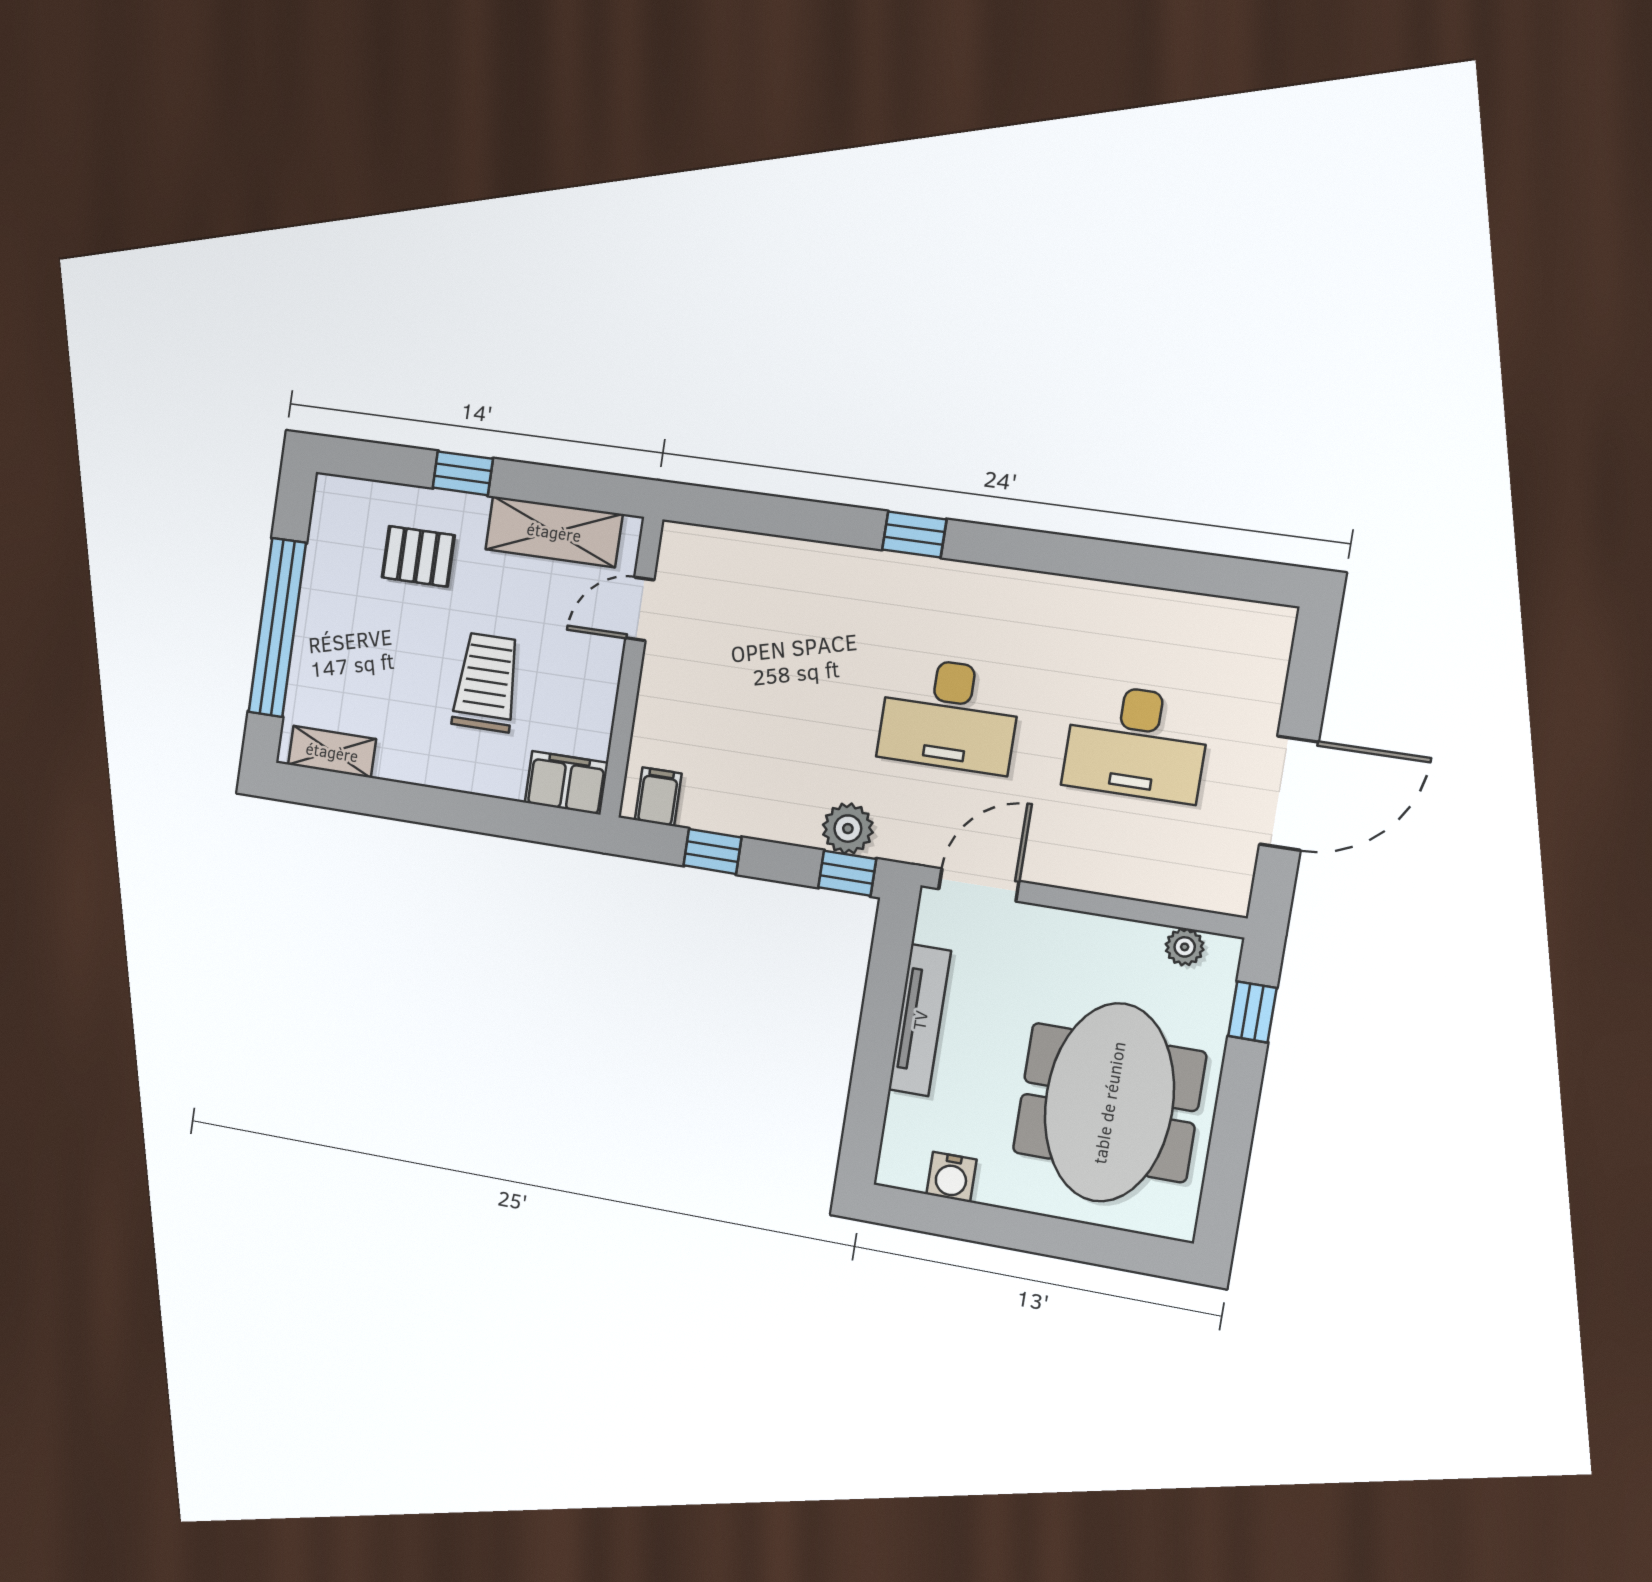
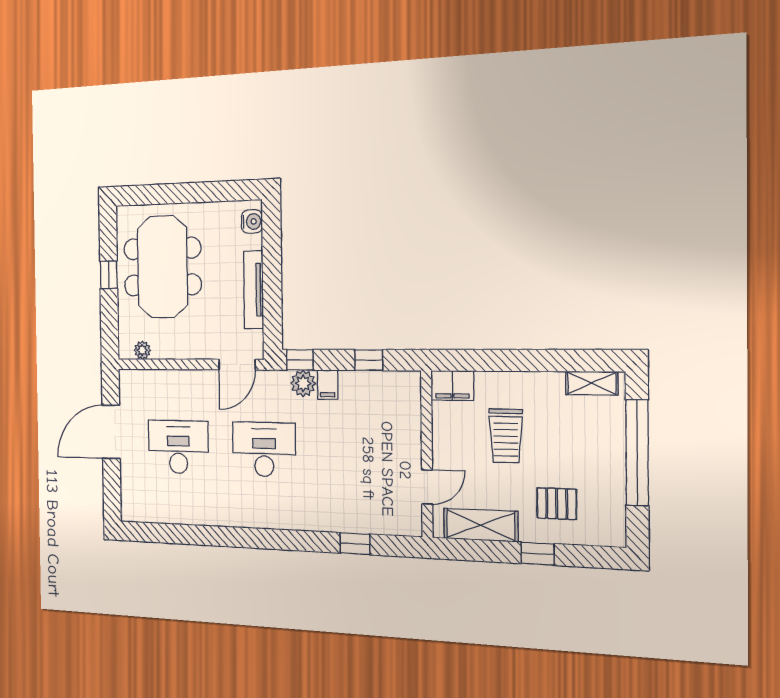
window: (914, 534) -> (355, 544), moved
filing cabinet: (658, 797) -> (328, 385), moved
window: (1252, 1012) -> (109, 275), moved
water cooler: (951, 1177) -> (252, 222), moved, turned 90

